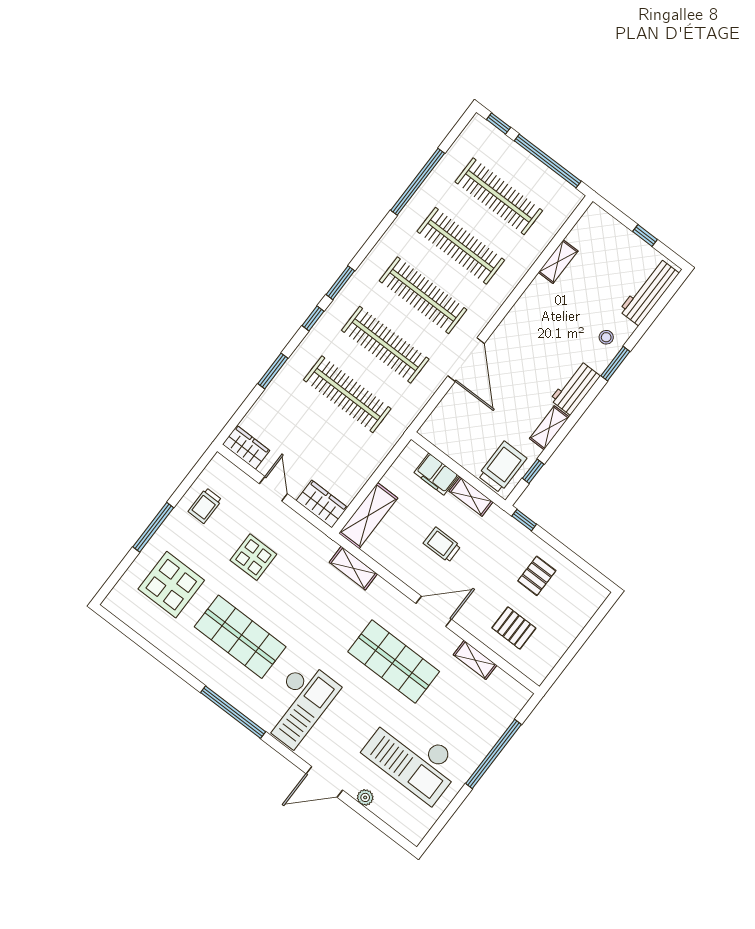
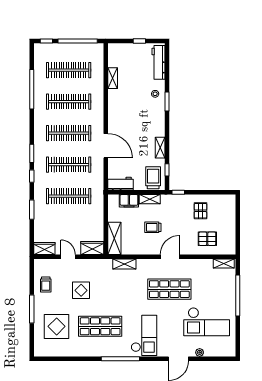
workbench: (575, 388) -> (121, 184), moved, turned 90
shelving: (475, 660) -> (224, 264), moved

